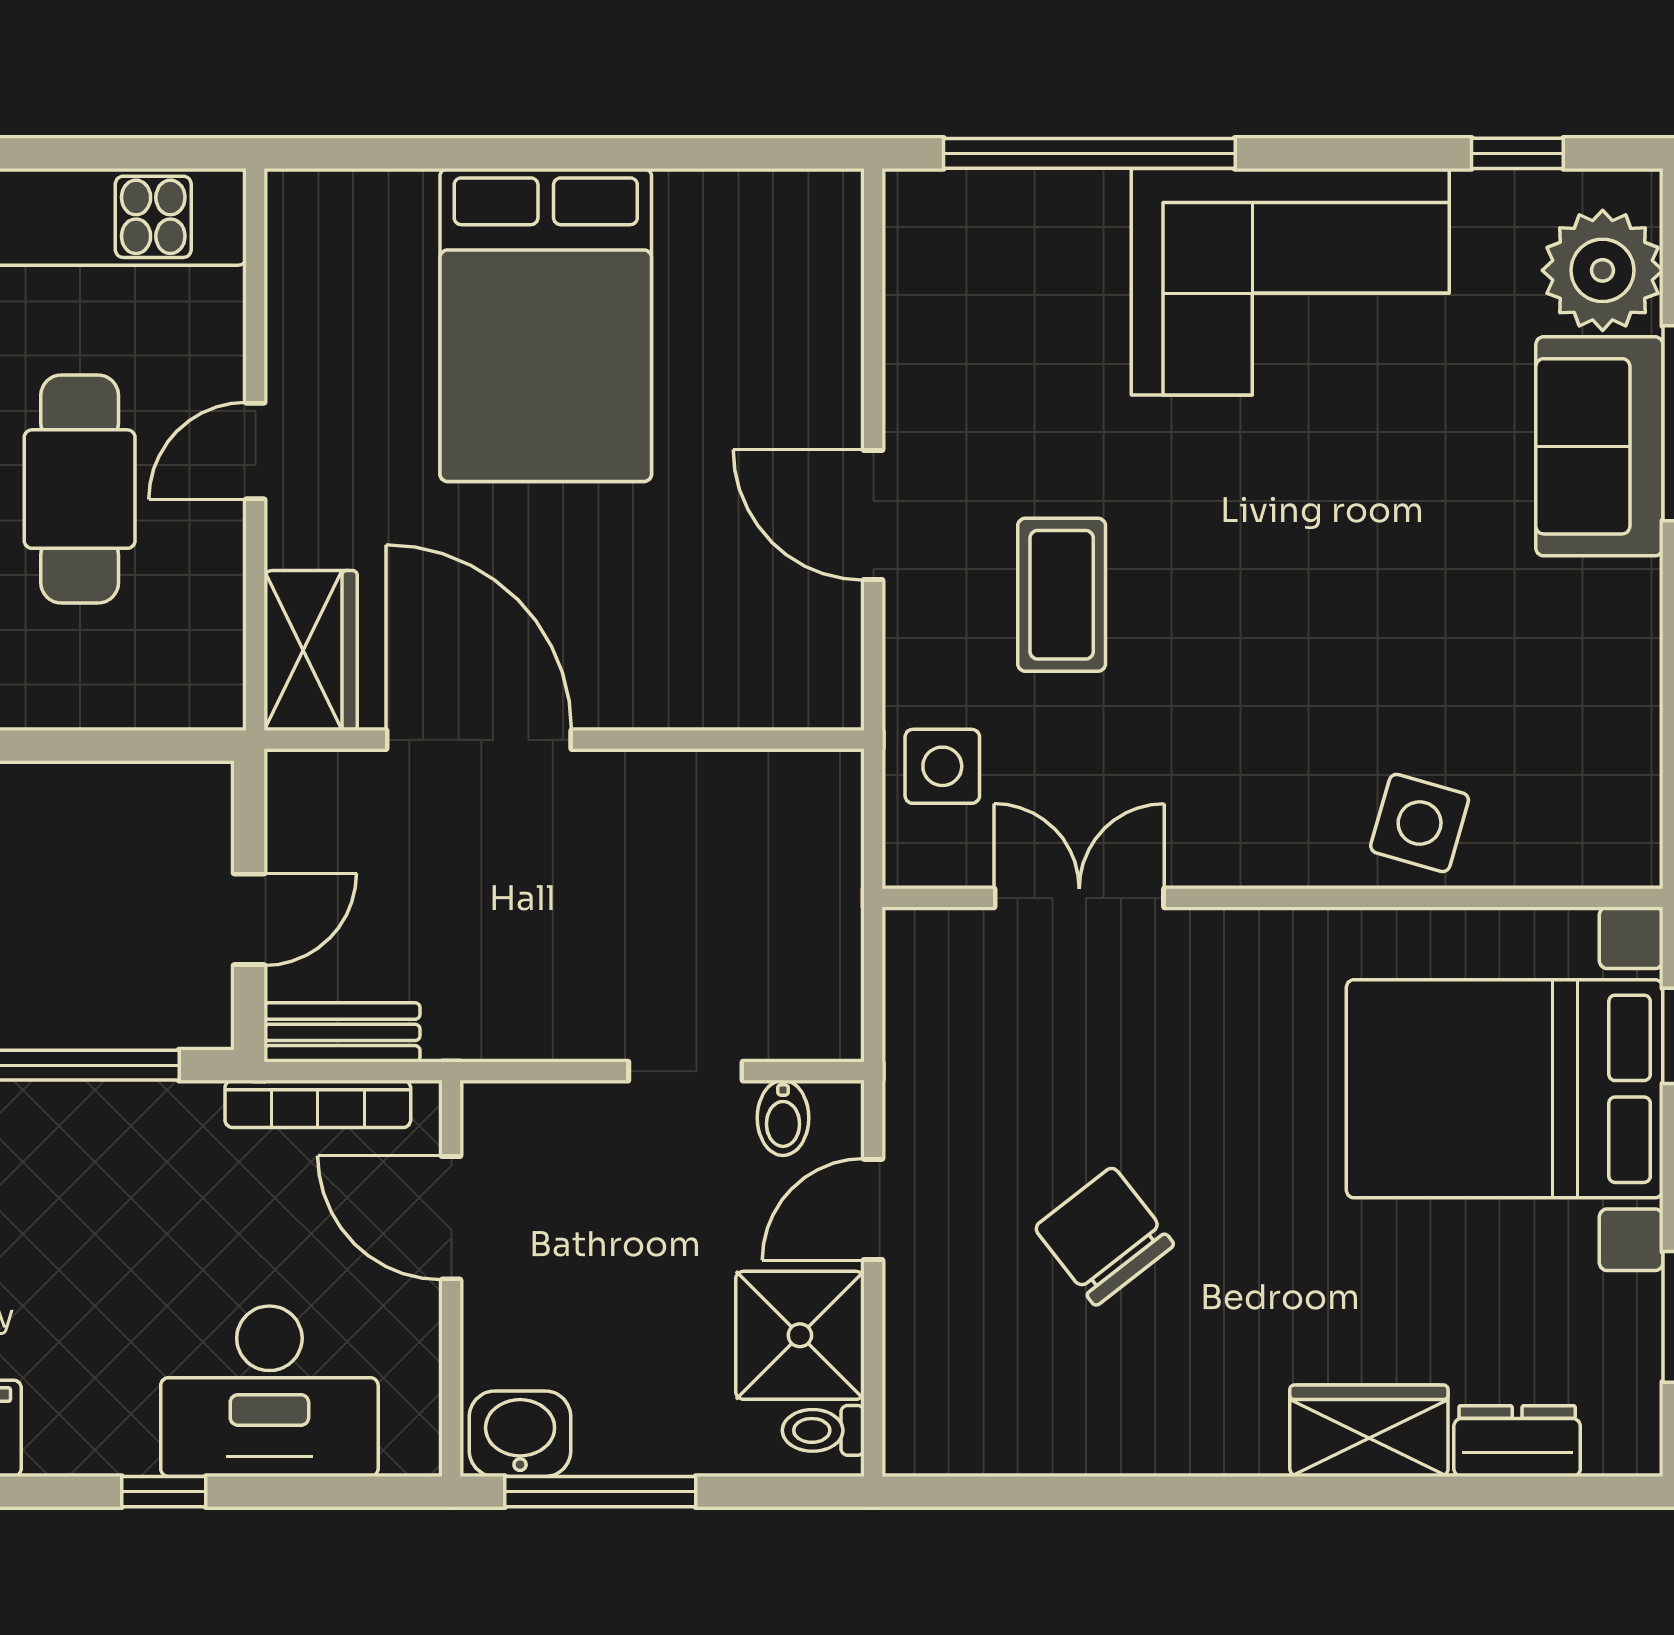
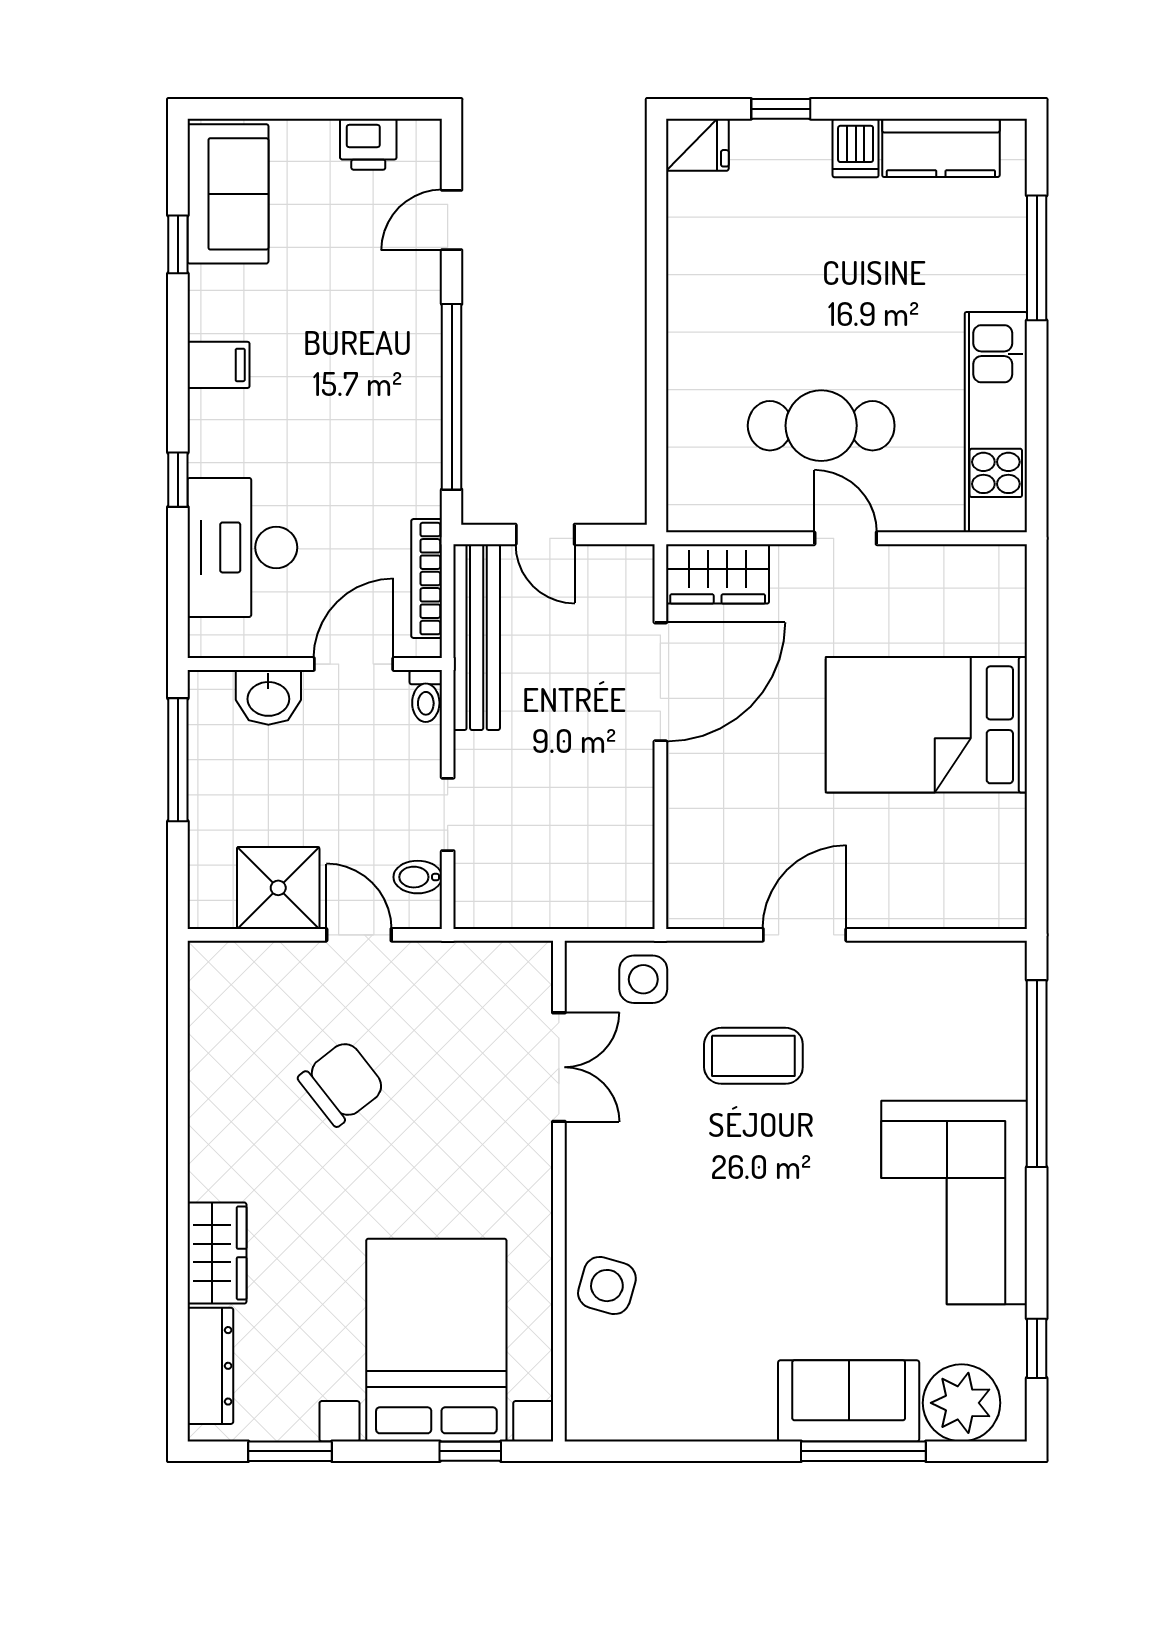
bench: (342, 1032) -> (477, 637), width x1.86, depth x1.21
toilet: (823, 1430) -> (426, 696), moved, turned 180
washbasin: (520, 1434) -> (268, 697), moved, turned 90
dresser: (1517, 1441) -> (210, 1366), width x1.44

